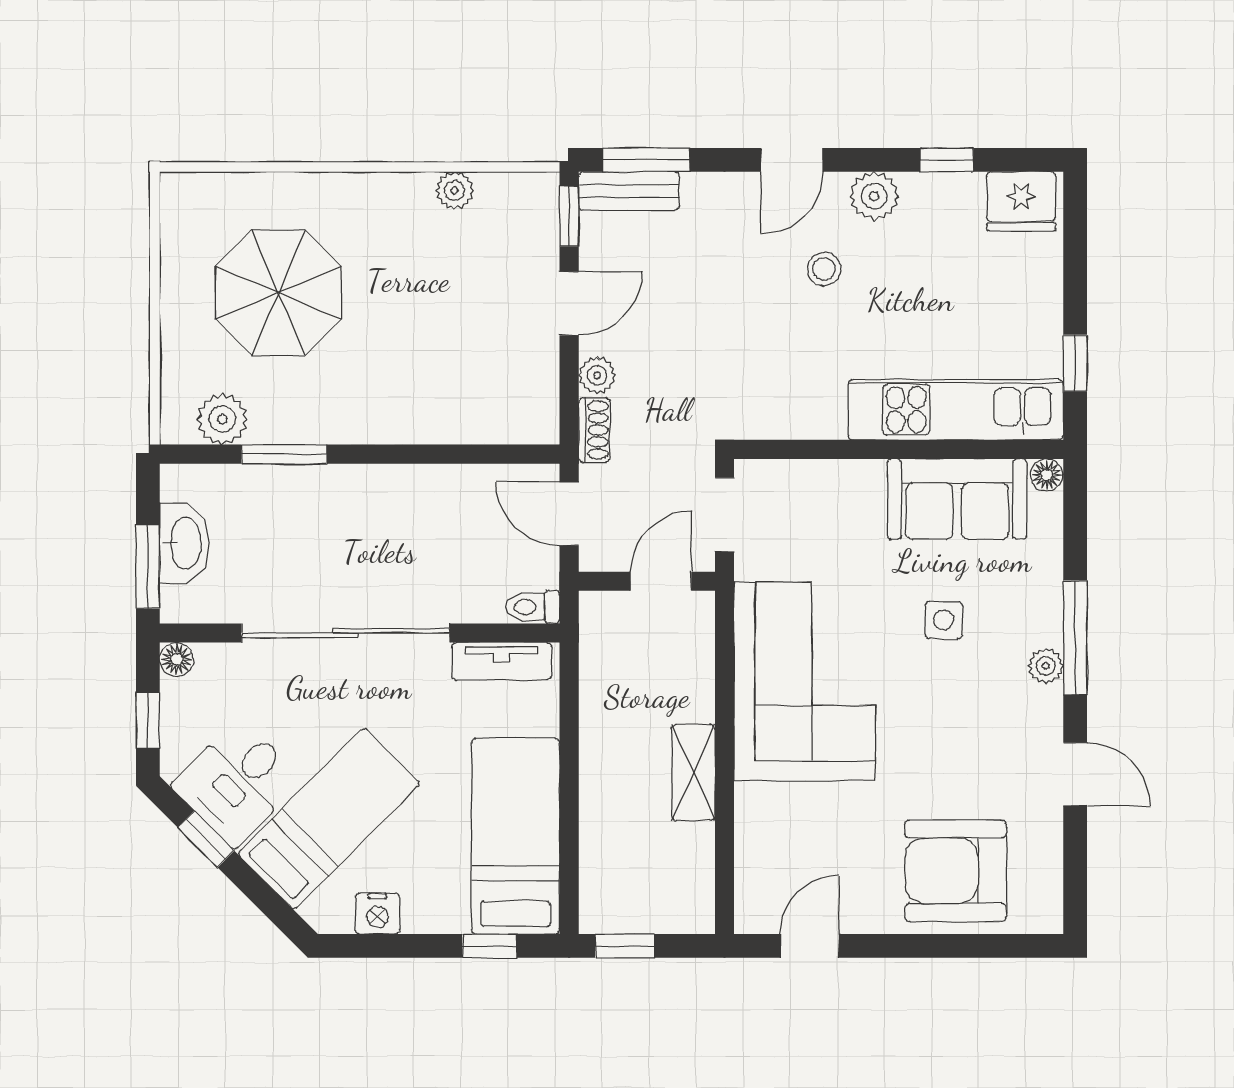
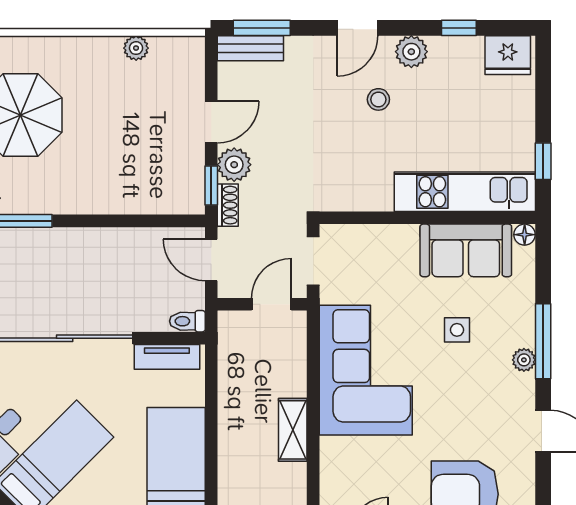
window: (569, 216) -> (211, 186), moved
plant: (597, 375) -> (234, 165), width x1.38, depth x1.38

